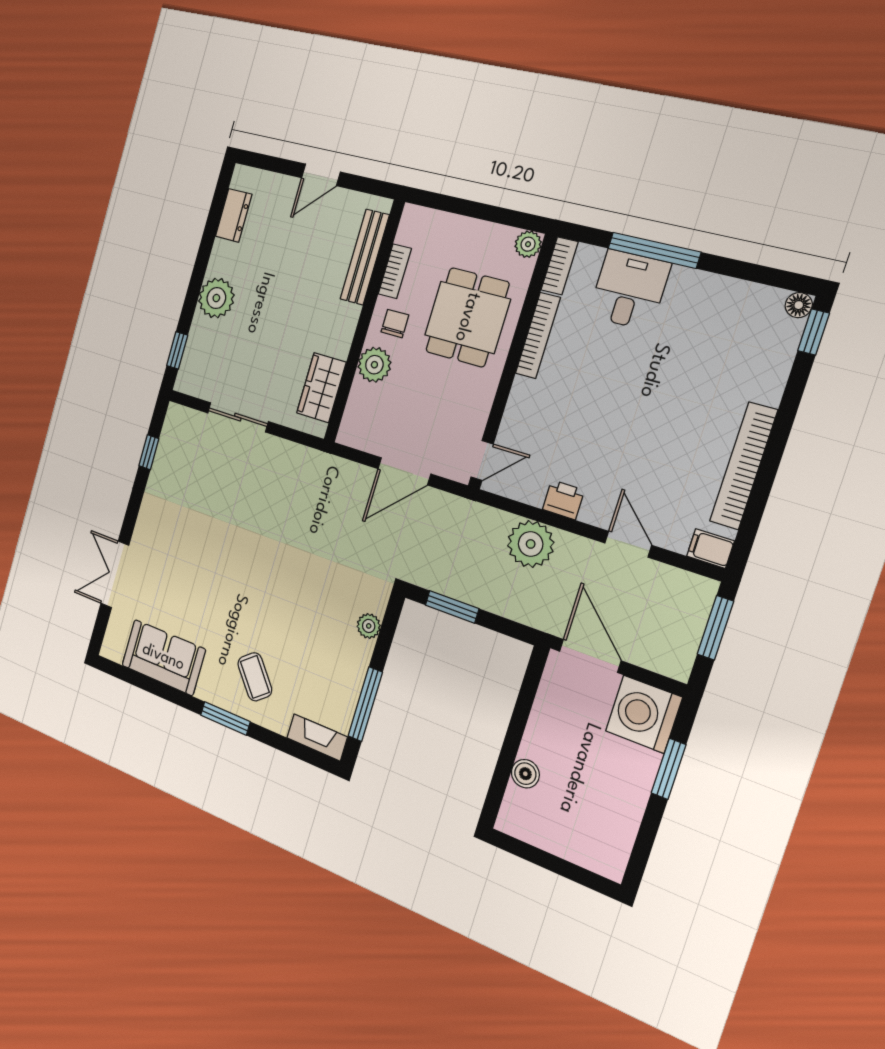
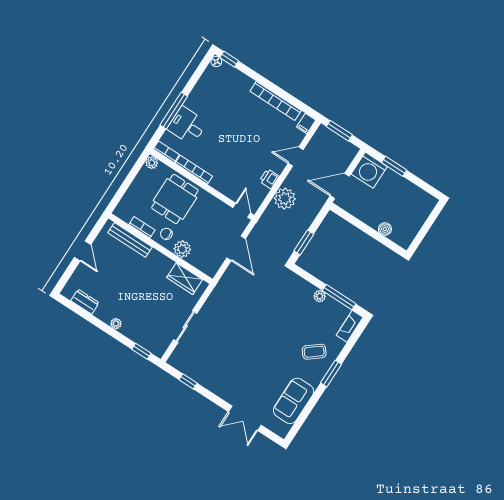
plant: (216, 298) -> (116, 324), width x0.53, depth x0.53
dining table: (467, 317) -> (175, 199), turned 90
plant: (369, 626) -> (320, 296), moved

